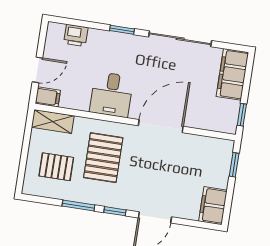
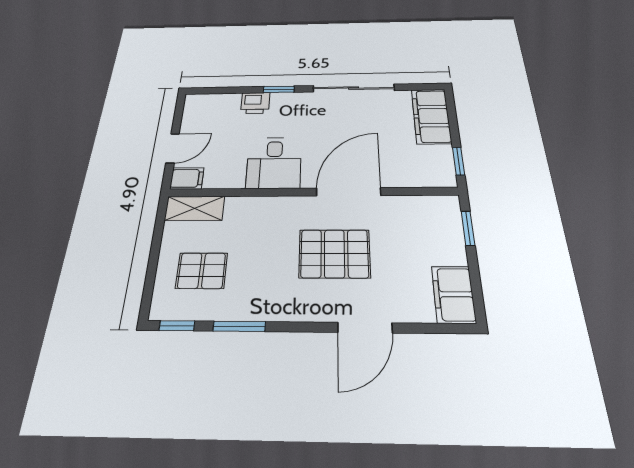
printer: (76, 35) -> (255, 103), moved
pallet: (103, 158) -> (334, 254), moved, turned 90
window: (115, 211) -> (177, 326), moved

